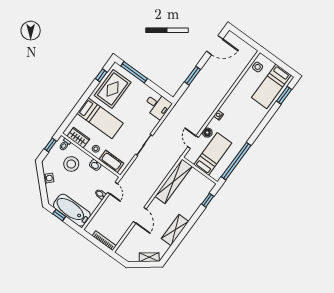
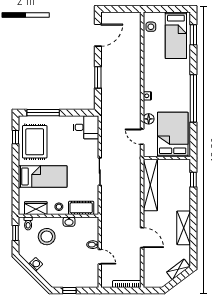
bed: (213, 154) -> (173, 134), width x1.50
window: (236, 161) -> (193, 98), moved
door: (113, 188) -> (100, 257), moved
bathtub: (72, 210) -> (78, 278), removed

